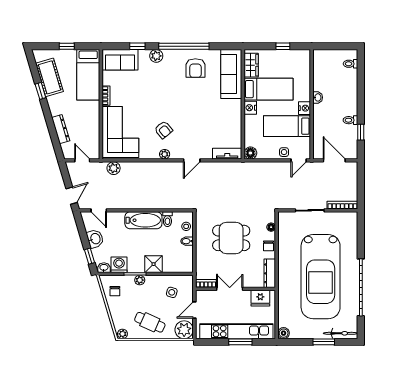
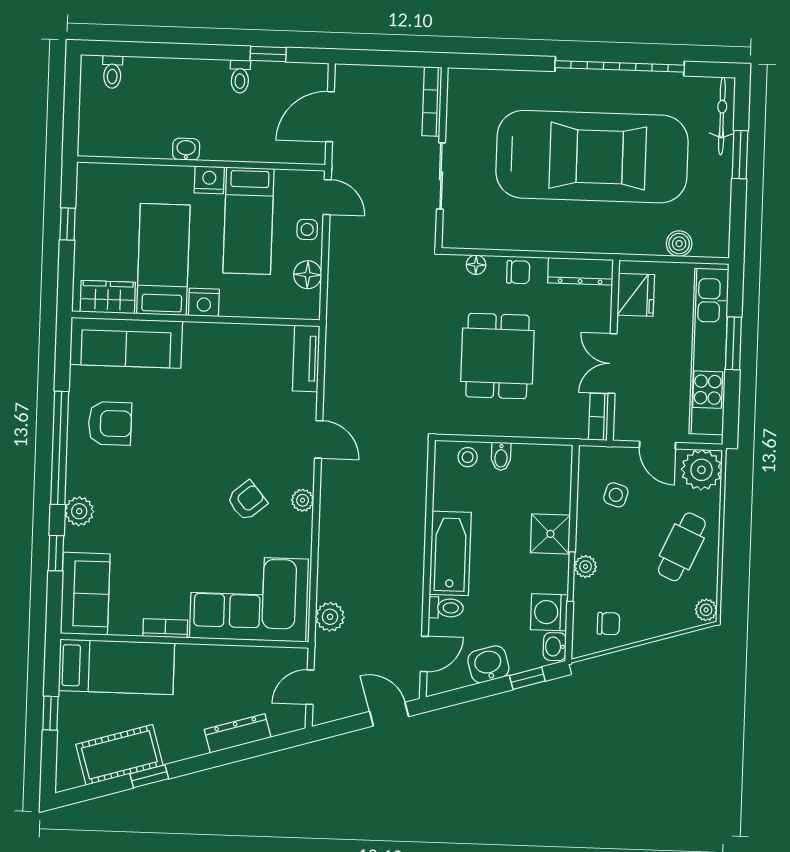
floor lamp: (250, 153) -> (308, 275), moved
toilet: (167, 219) -> (446, 608), moved
boiler: (284, 333) -> (679, 244), moved

